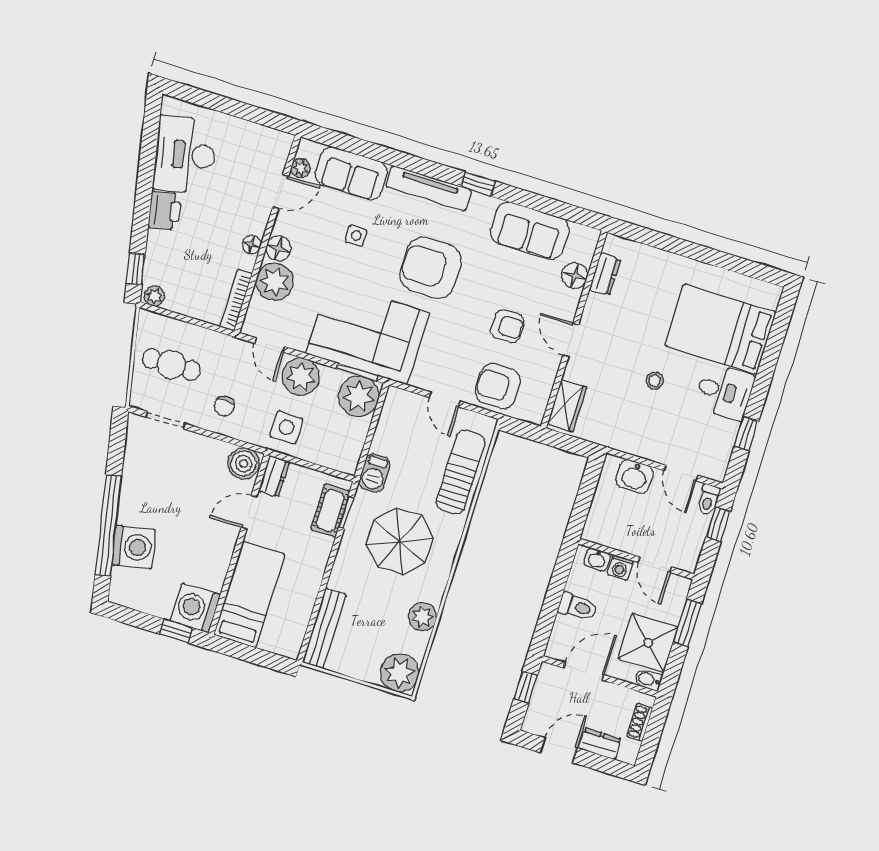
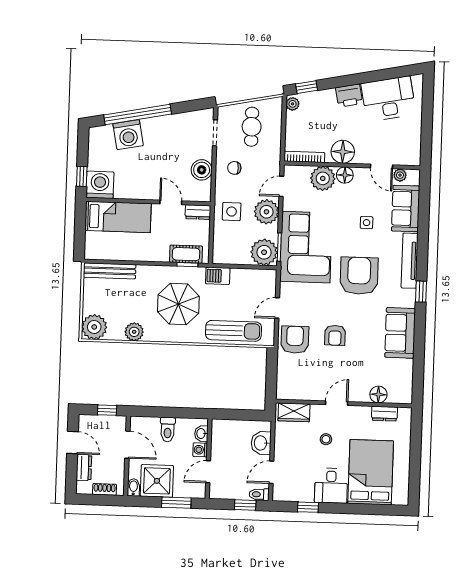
floor lamp: (252, 245) -> (343, 152), width x1.89, depth x1.89
dresser: (605, 274) -> (384, 414), moved
floor lamp: (575, 276) -> (378, 394), moved
wall: (574, 329) -> (344, 403), moved
door: (571, 340) -> (337, 403), moved
wardrobe: (567, 405) -> (294, 412), moved
boiler: (244, 463) -> (202, 170), moved

